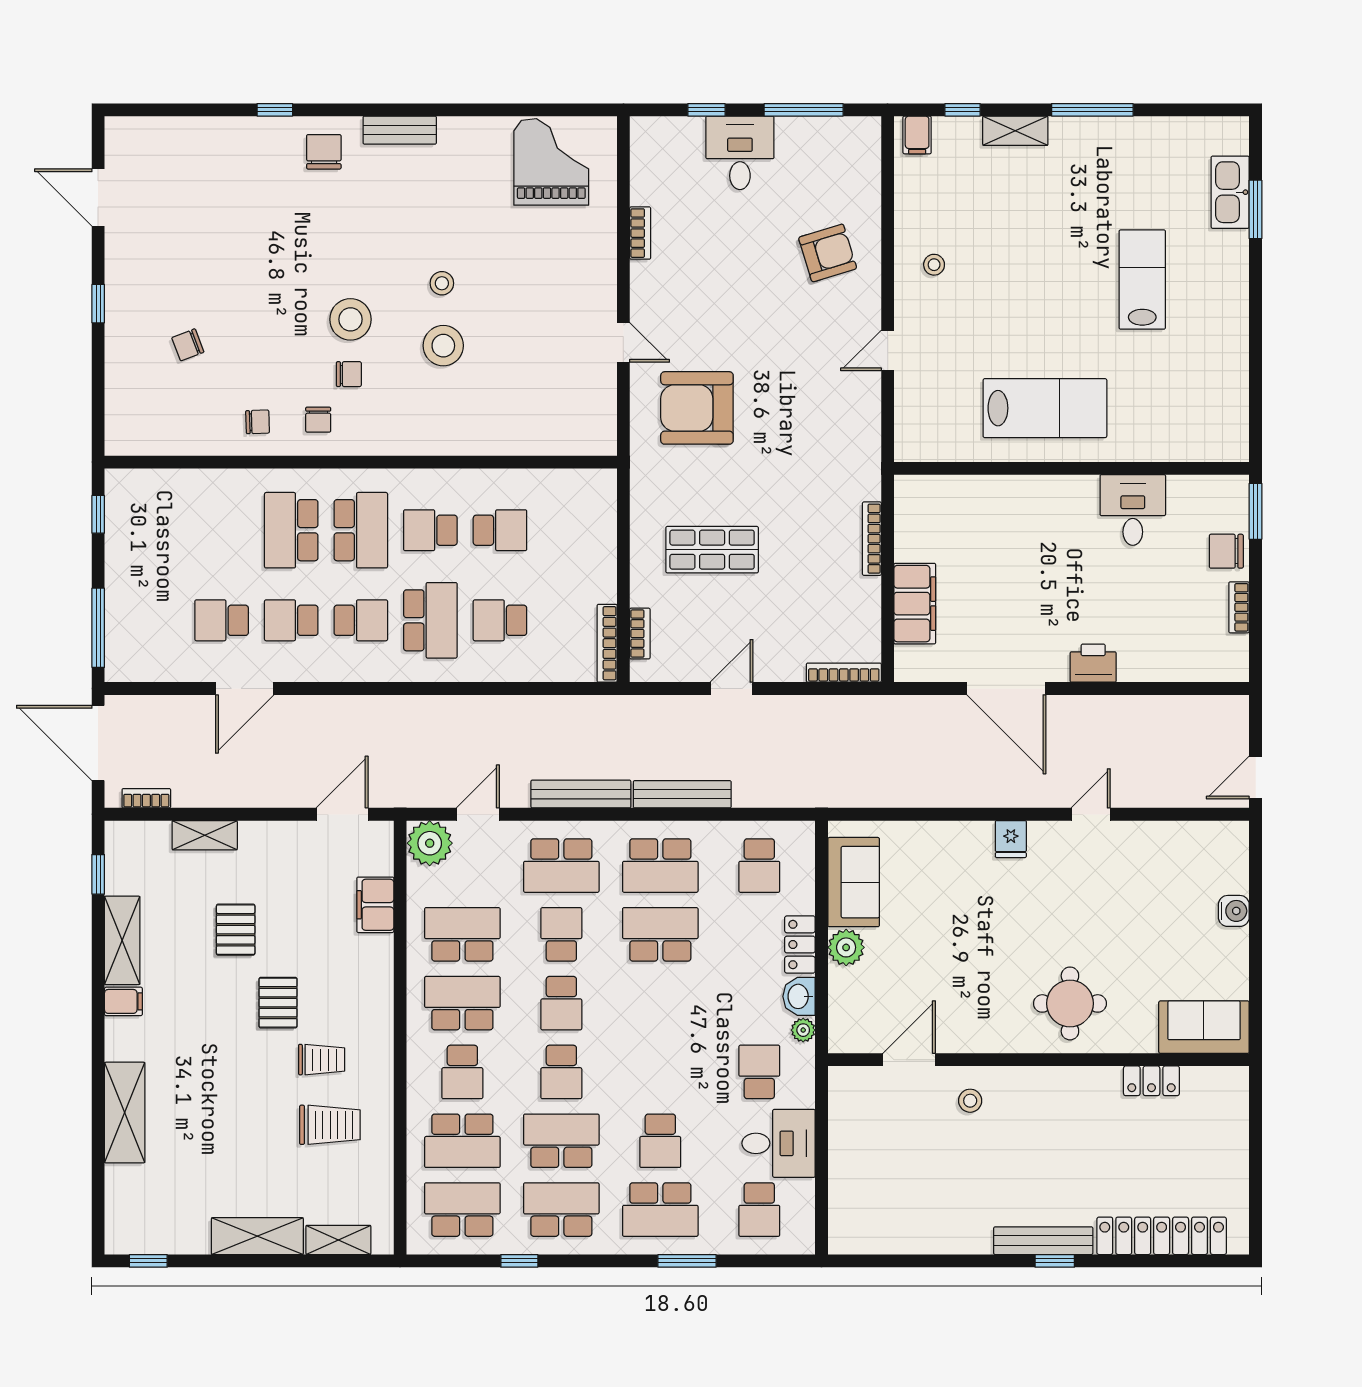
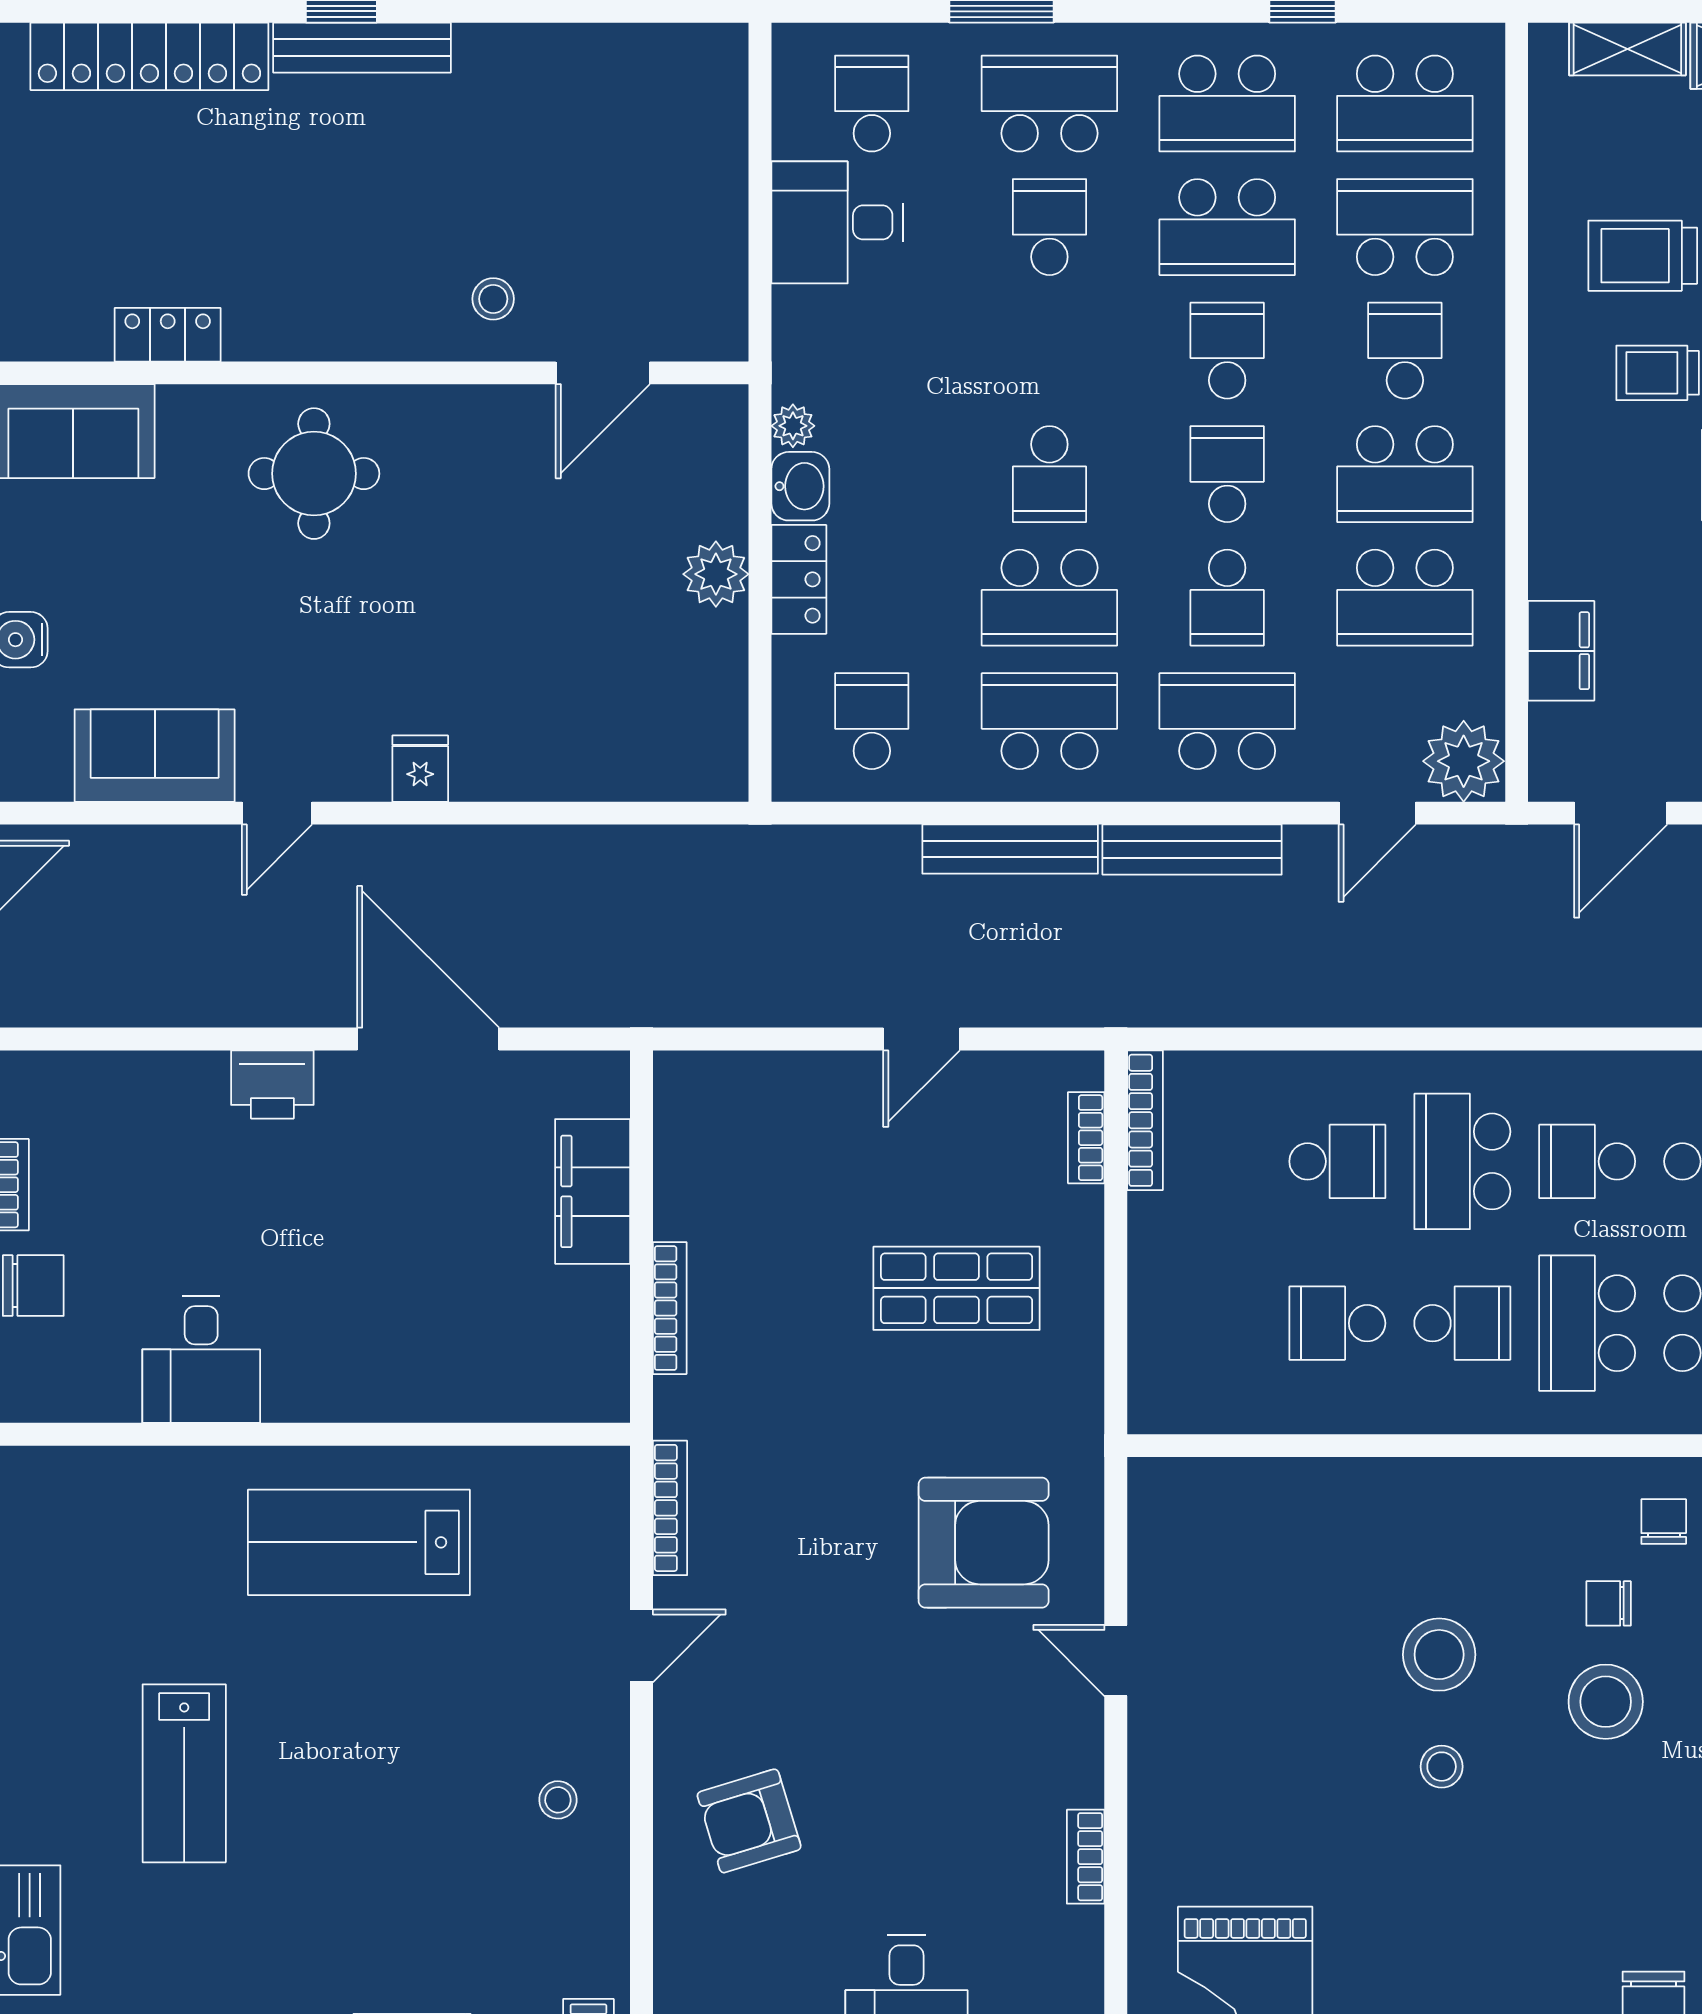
bookcase: (844, 673) -> (670, 1508), moved, turned -90
sofa: (854, 882) -> (155, 756), moved, turned 90
school desk: (759, 1072) -> (1049, 474), moved

